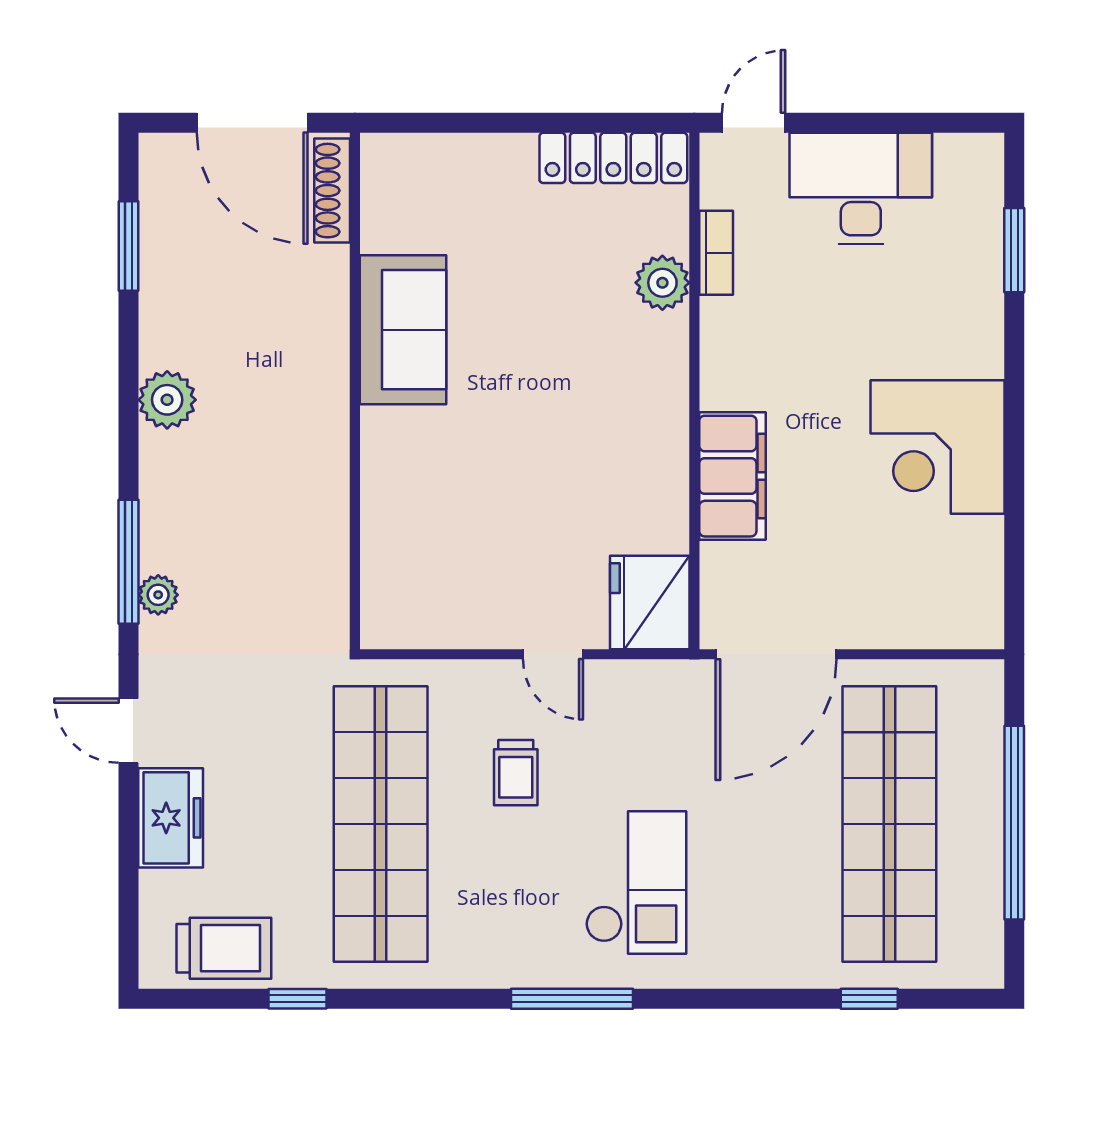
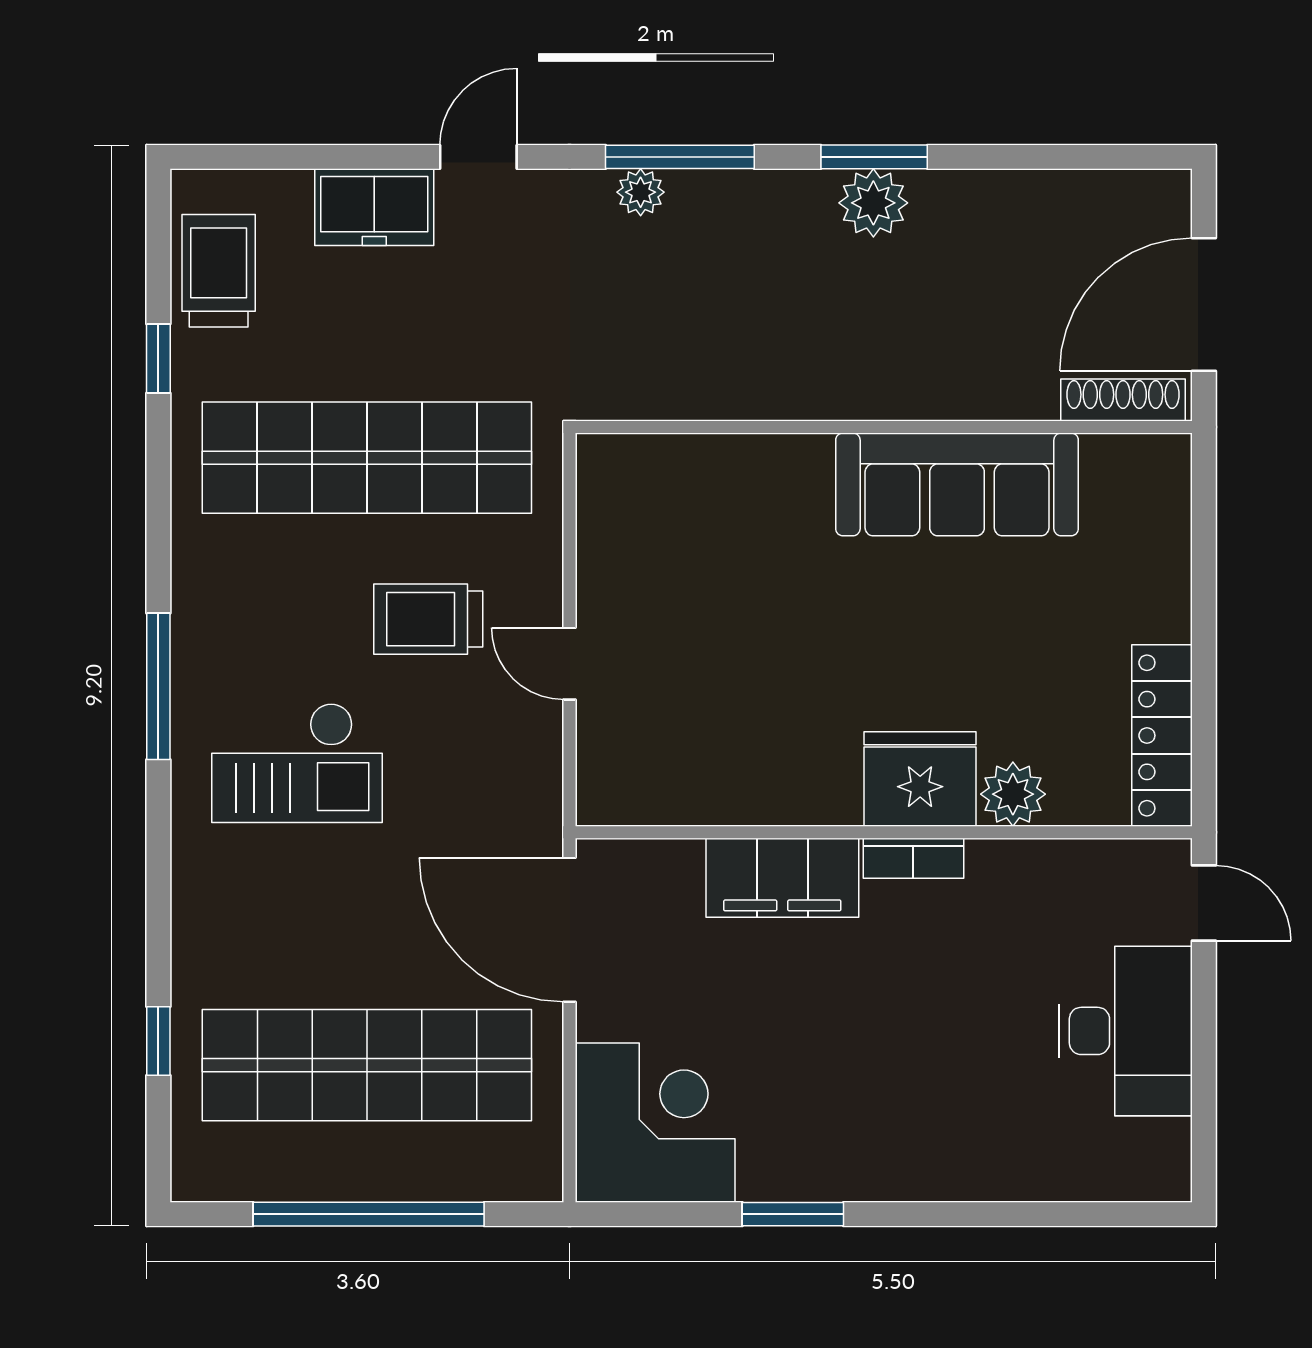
window: (129, 246) -> (874, 157), moved
window: (1014, 250) -> (793, 1214), moved
bookcase: (716, 253) -> (913, 858), moved
sofa: (403, 330) -> (957, 484), width x1.36
corner desk: (938, 447) -> (655, 1123), moved, turned 90
fridge: (650, 602) -> (920, 779), moved
door: (553, 654) -> (570, 664), hinge flipped
trolley: (516, 773) -> (428, 619), width x1.36, depth x1.39
trolley: (224, 948) -> (219, 271), turned 180

